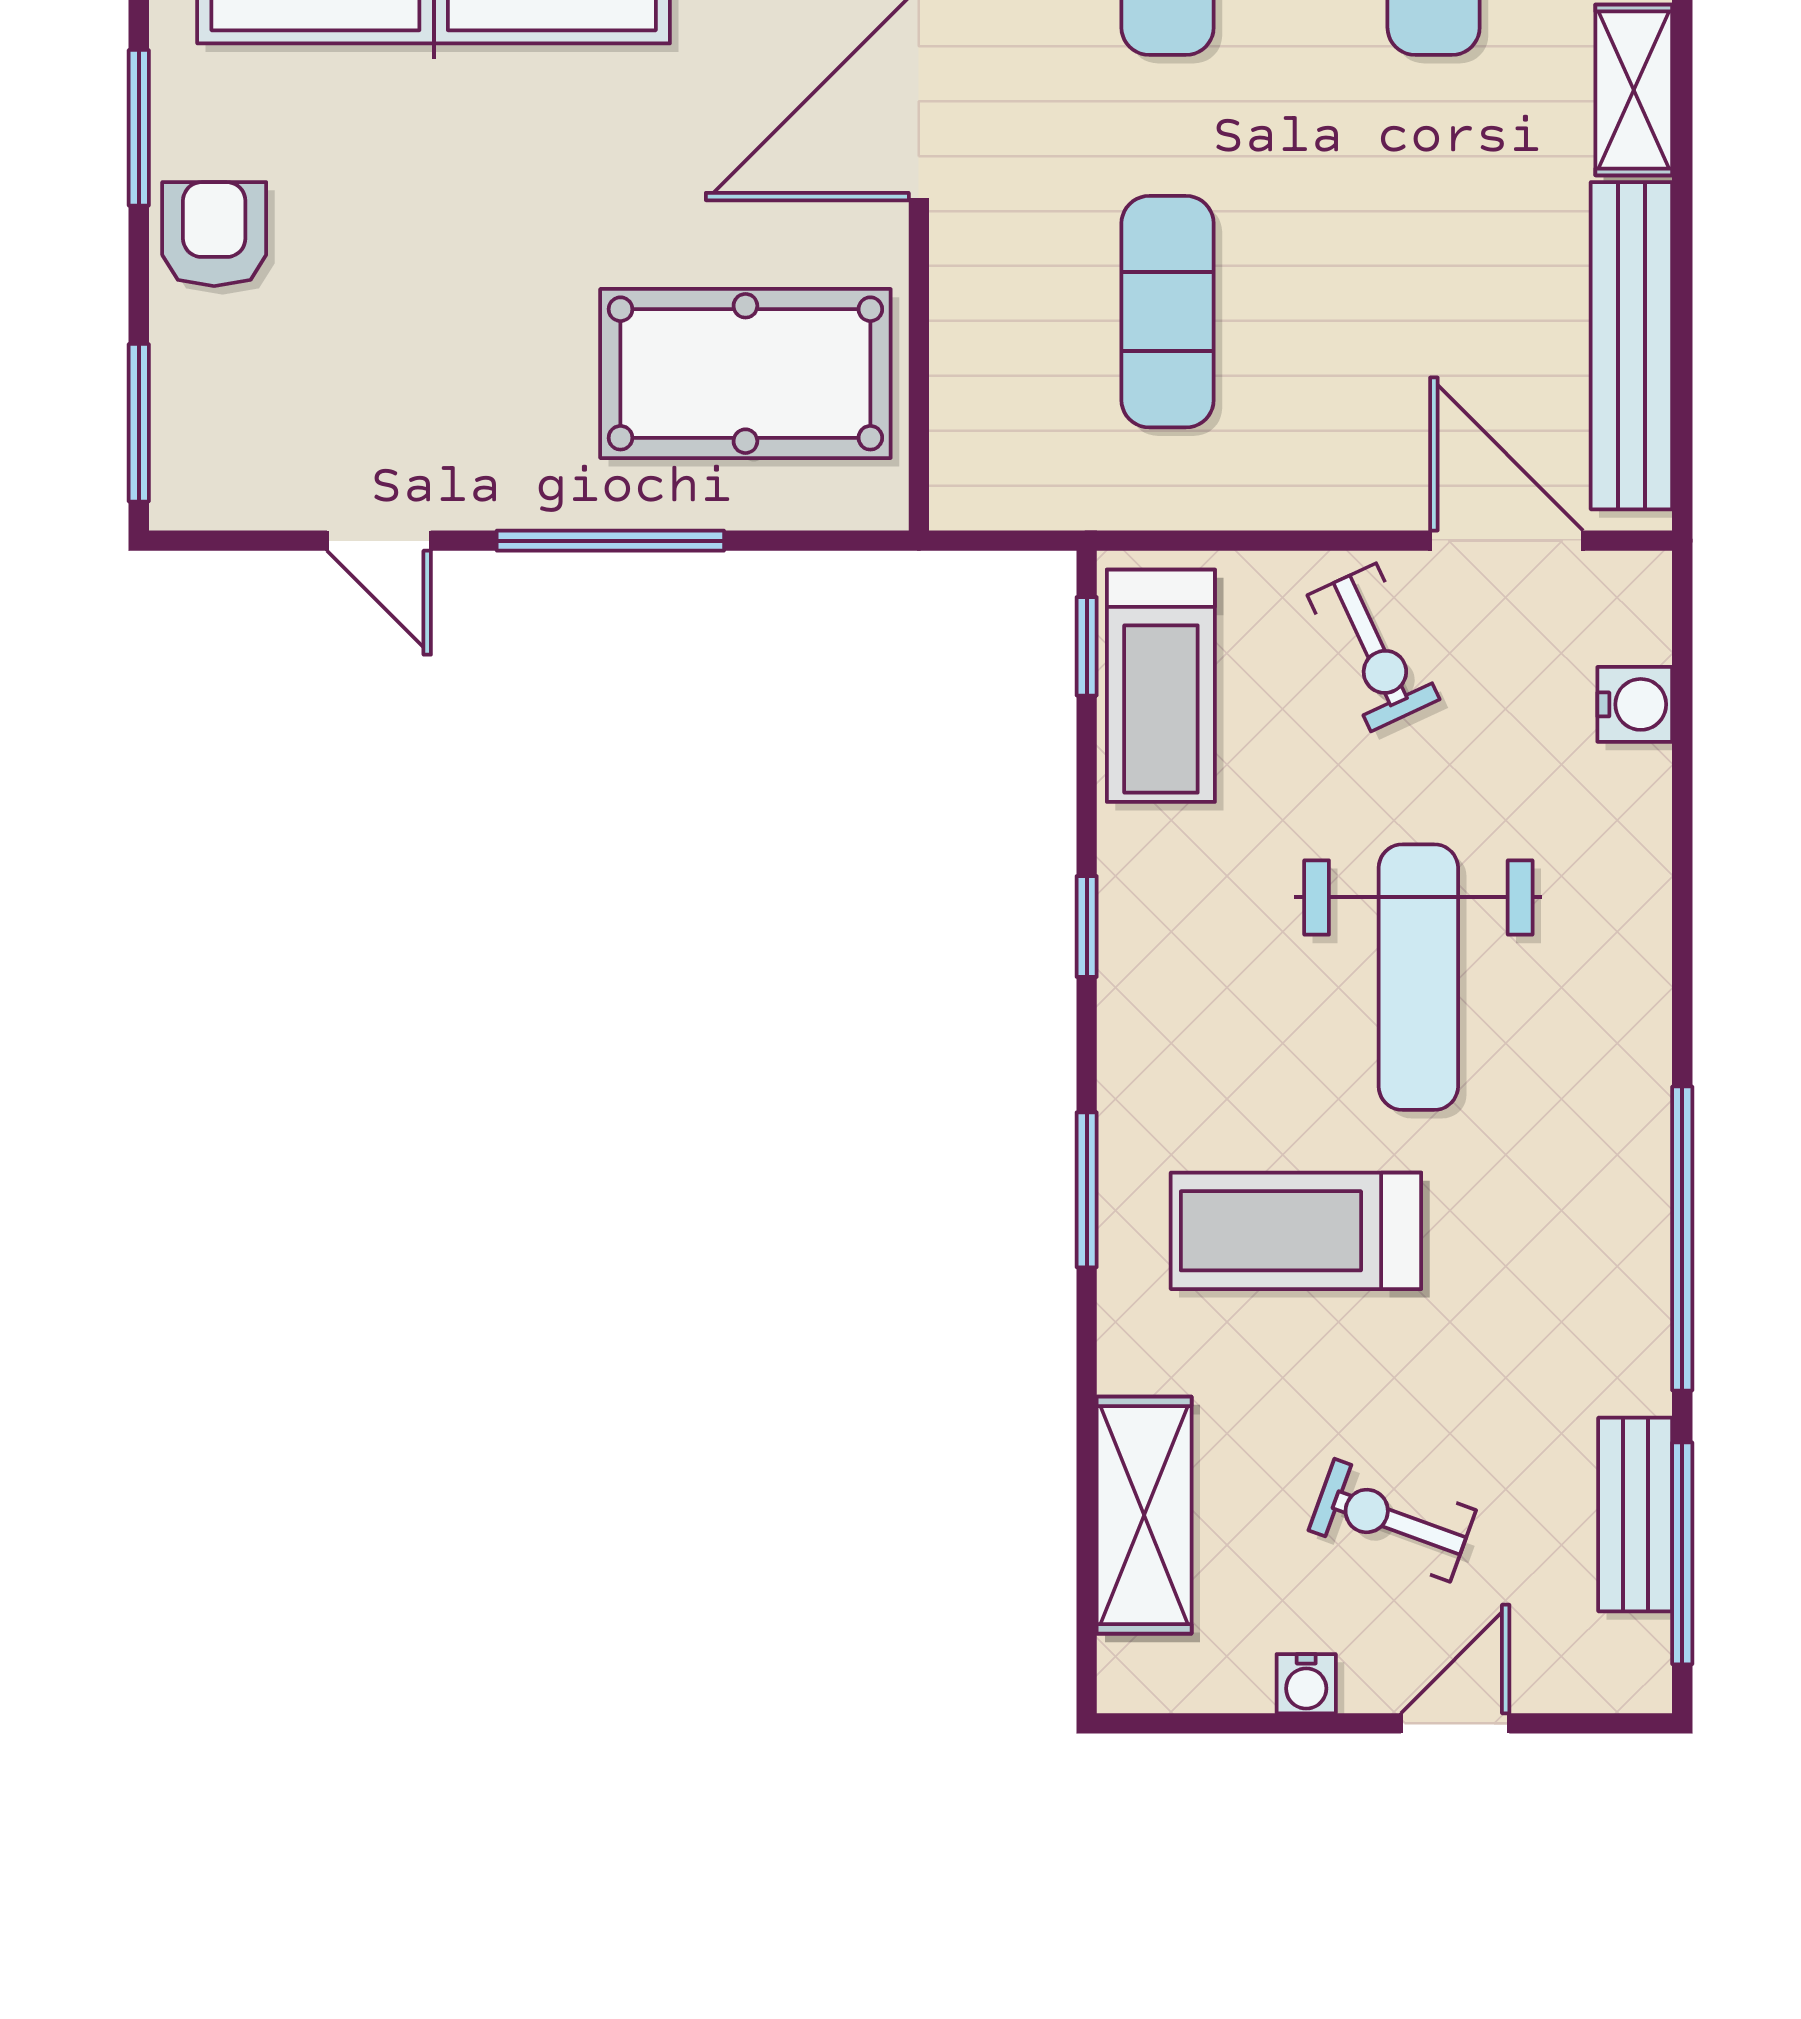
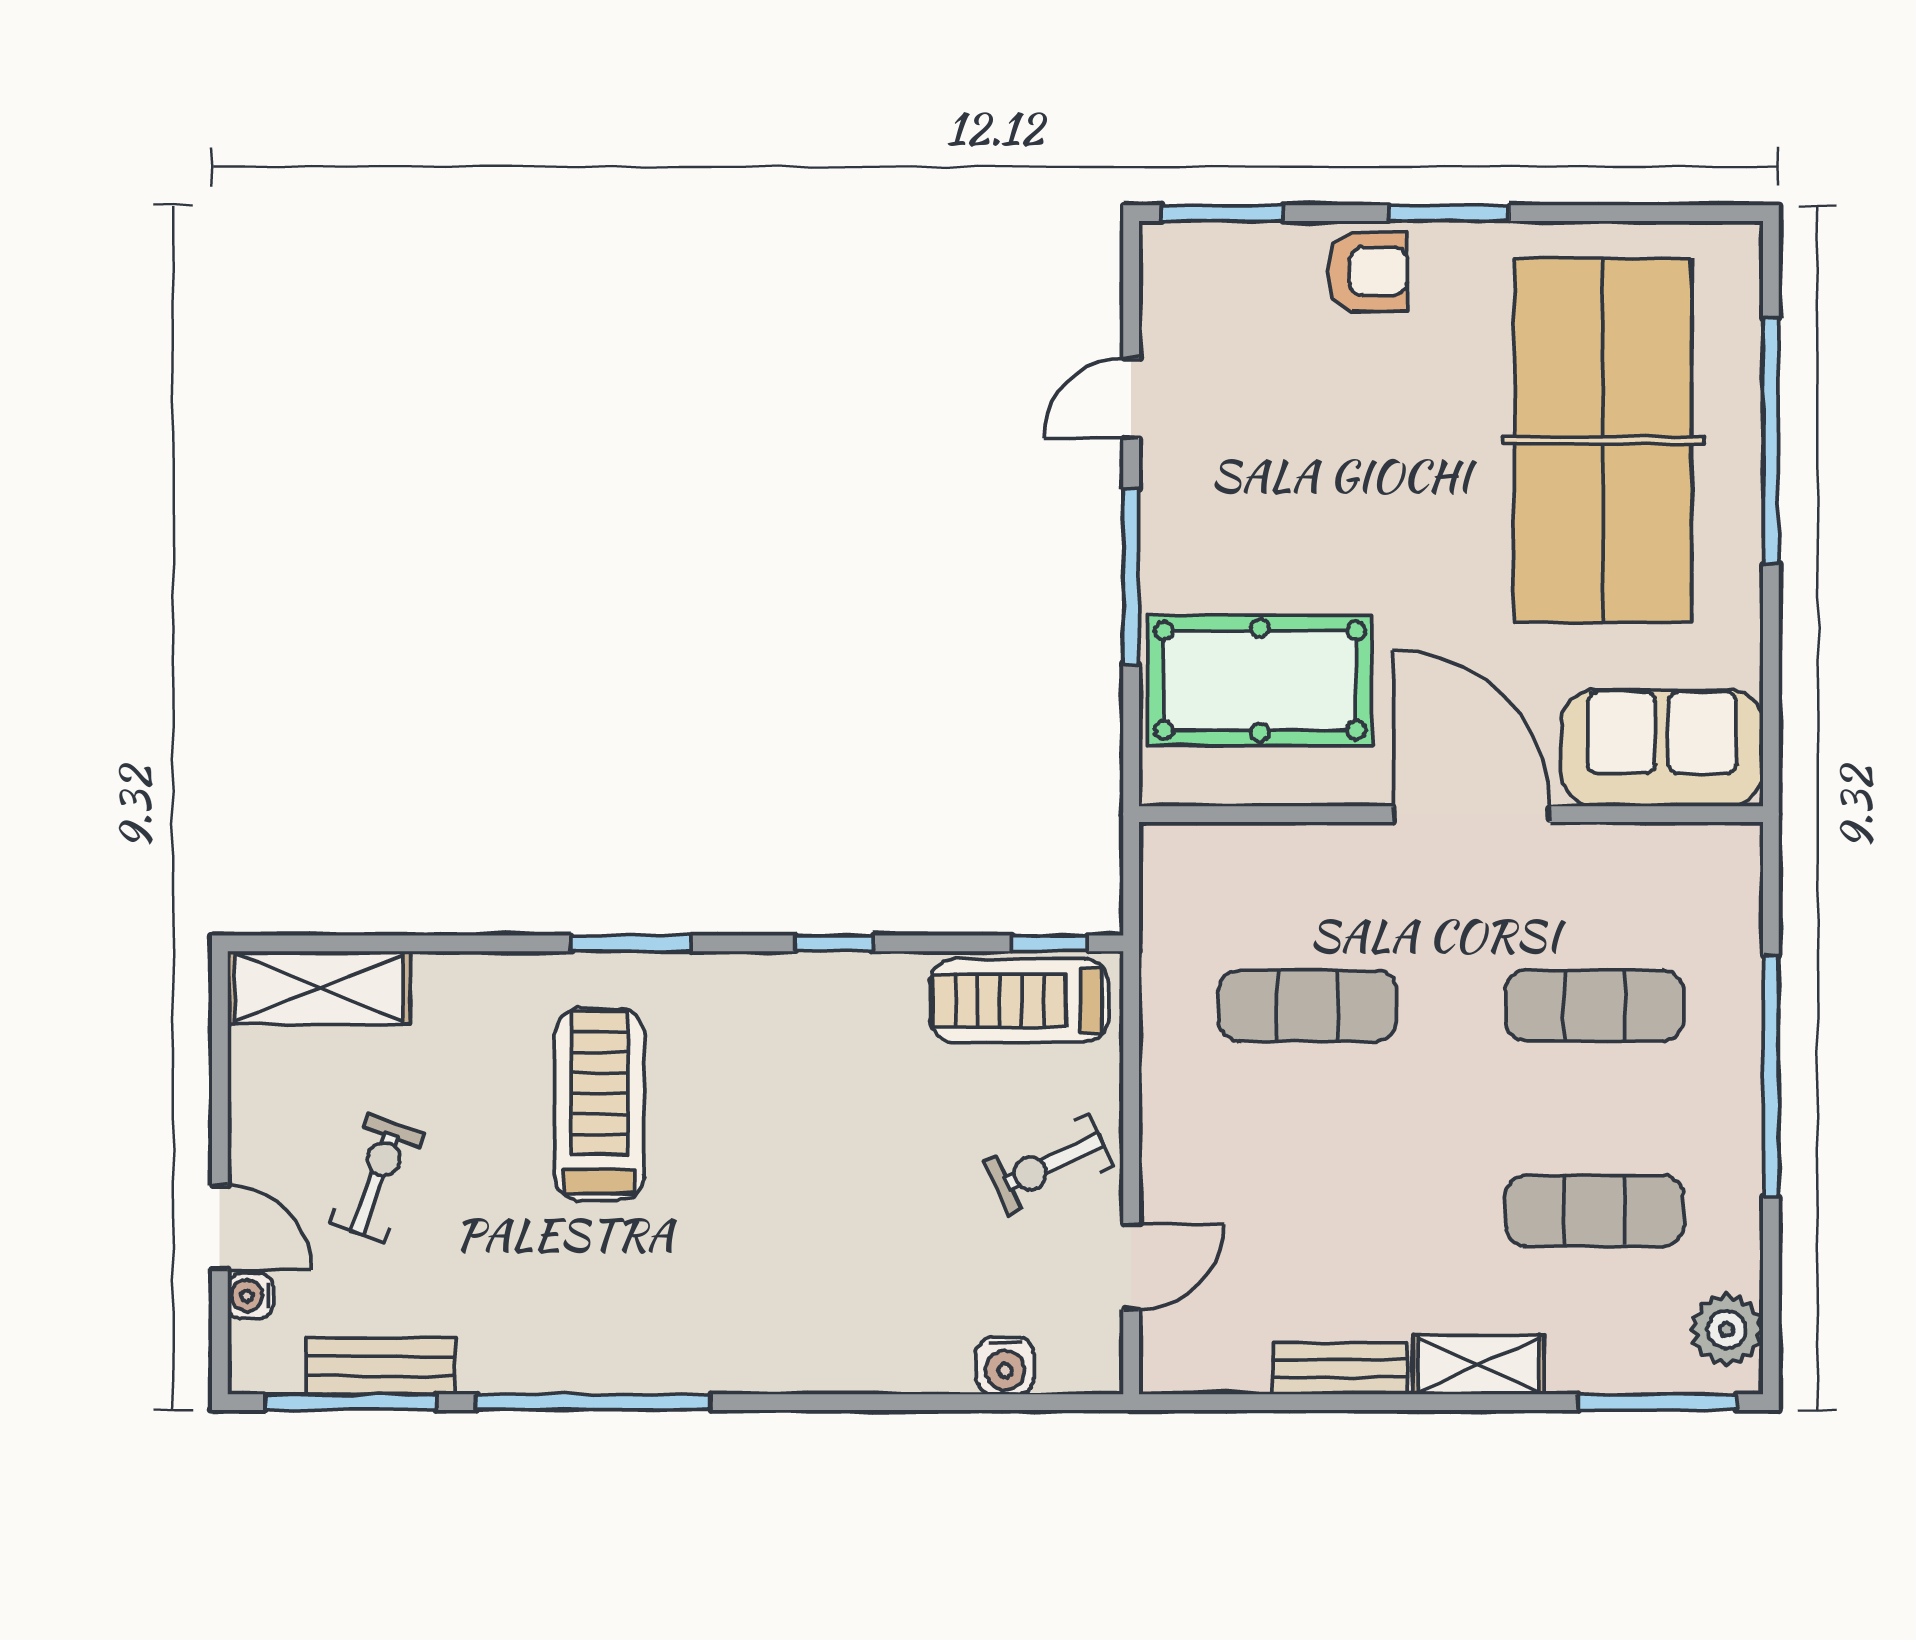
bench: (1631, 346) -> (1340, 1369), width x0.54, depth x0.82
pool table: (745, 373) -> (1260, 680), turned 90
door: (1507, 541) -> (1131, 1267), width x0.73
weight bench: (1418, 977) -> (795, 1199), removed
shelving: (1144, 1515) -> (319, 988), moved
water cooler: (1306, 1684) -> (251, 1296), moved

